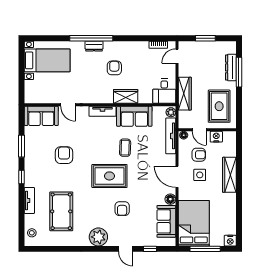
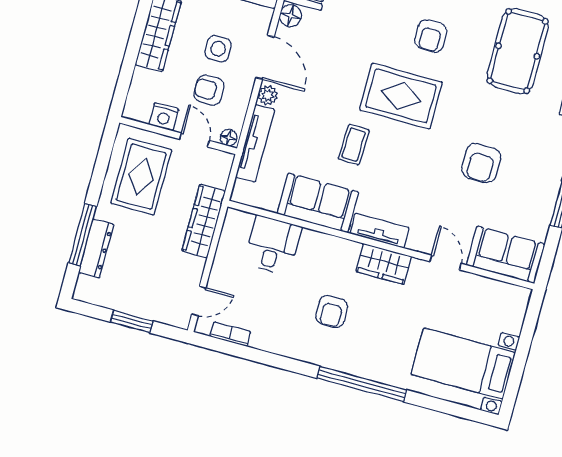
dresser: (94, 46) -> (361, 367), removed
desk: (164, 91) -> (273, 245), moved
wardrobe: (126, 96) -> (384, 264), moved
plant: (171, 112) -> (268, 95), moved
armchair: (122, 209) -> (431, 36), moved, turned 180

